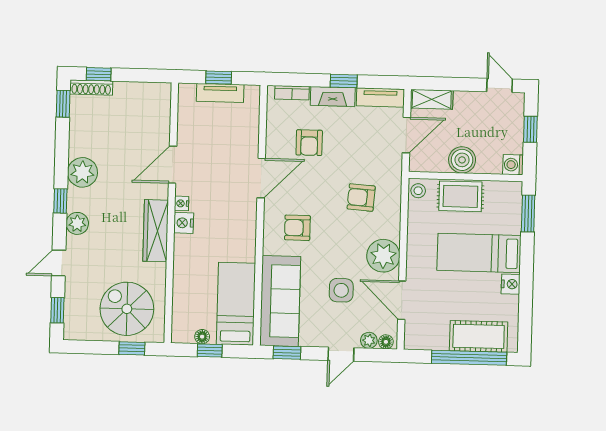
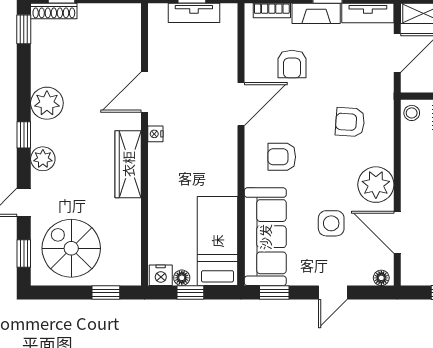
nightstand: (184, 223) -> (161, 275), moved, turned -90
spiral stairs: (127, 309) -> (71, 248), moved
plant: (369, 340) -> (363, 277), removed

